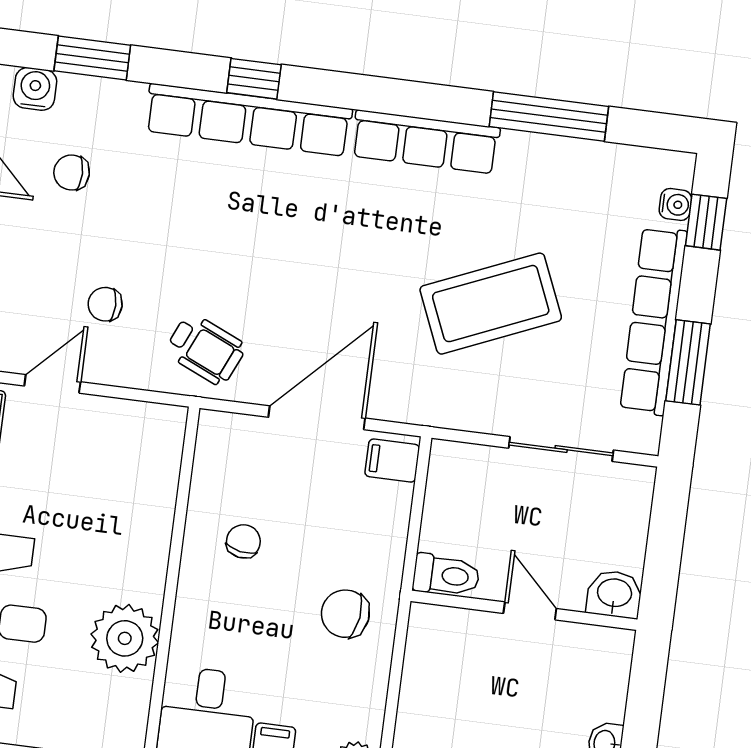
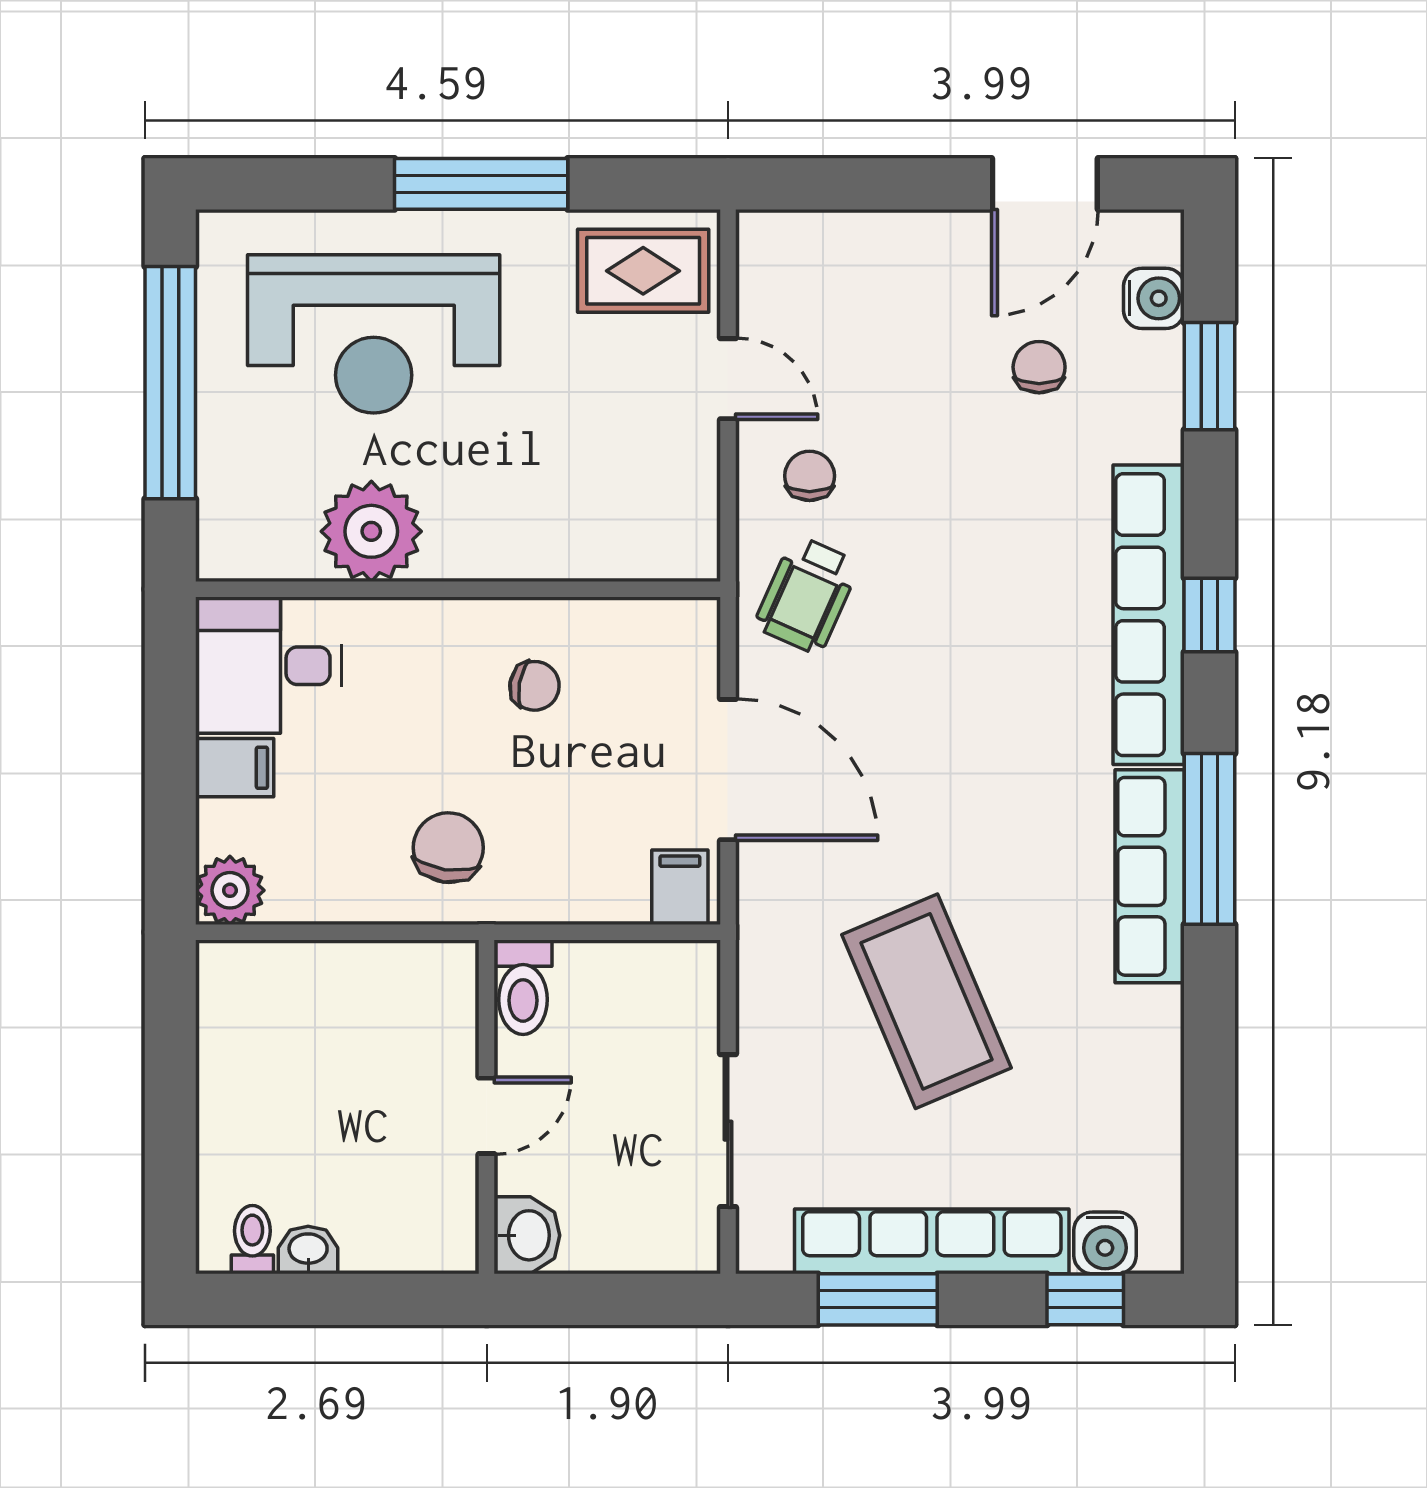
window: (549, 116) -> (1210, 839), moved
water cooler: (675, 204) -> (1105, 1243), width x1.38, depth x1.38
chair: (105, 304) -> (810, 476), moved

